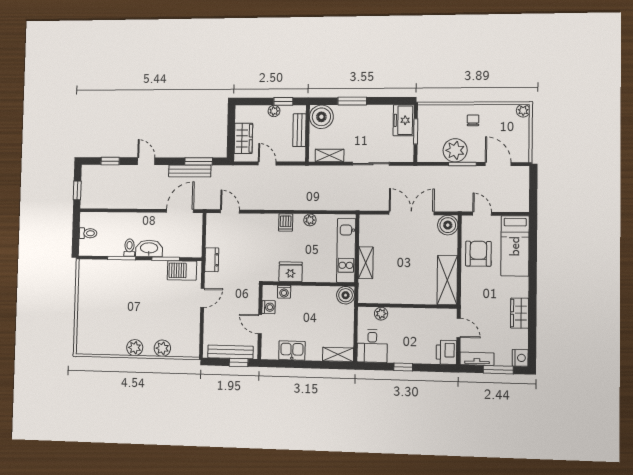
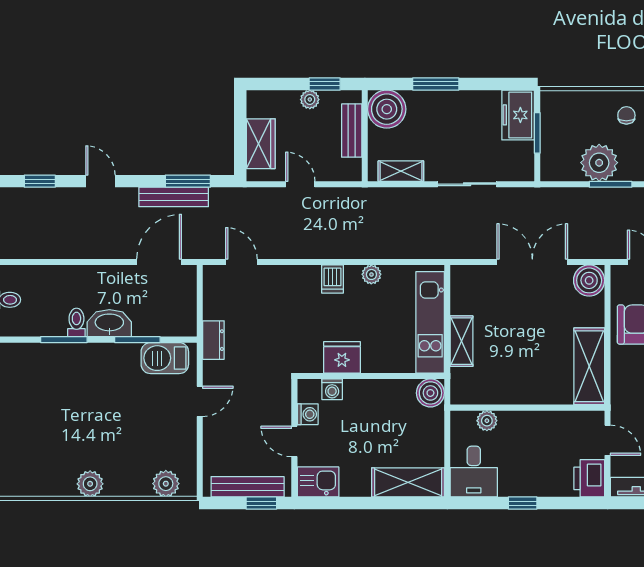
plant: (162, 348) -> (166, 484), moved
kitchen sink: (292, 351) -> (318, 482), moved
shelving: (338, 354) -> (408, 482), width x1.50, depth x1.33

